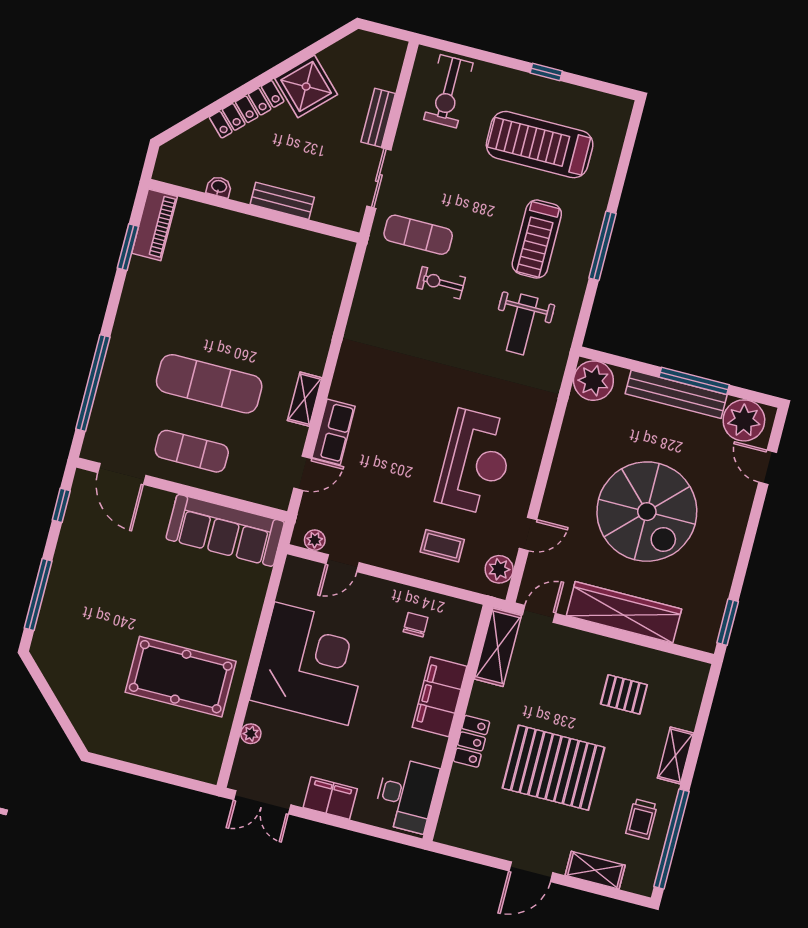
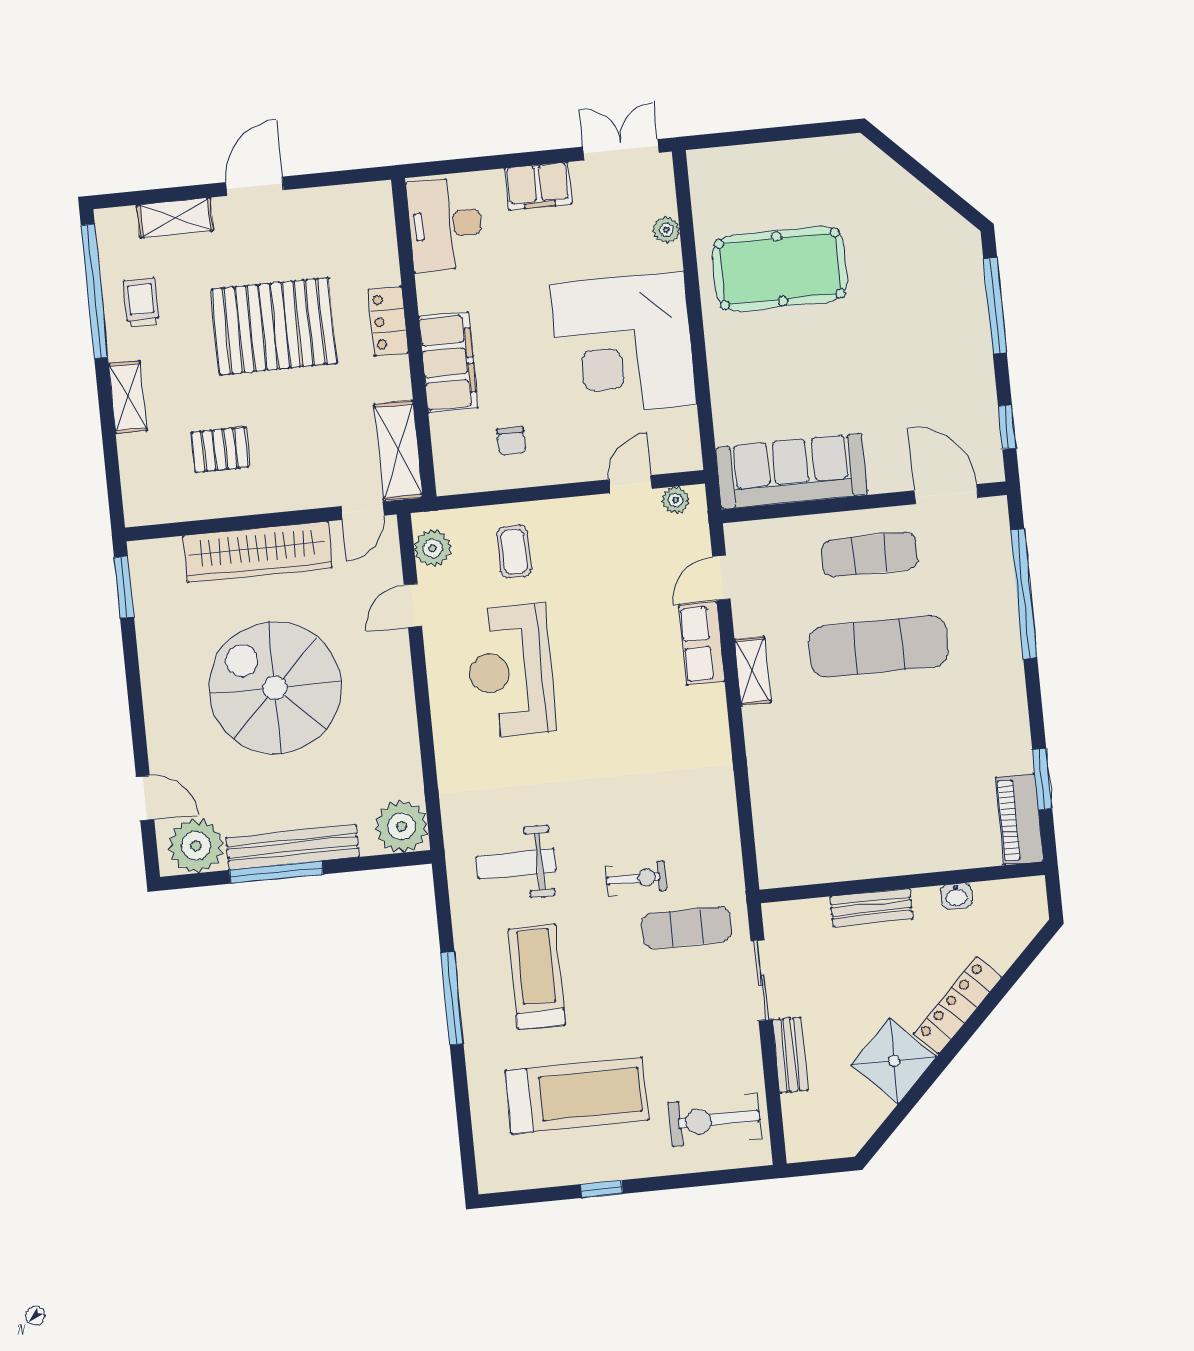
exercise bike: (448, 91) -> (715, 1120), turned -90
weight bench: (522, 324) -> (516, 864), turned -90
coffee table: (442, 546) -> (514, 552), turned 90

